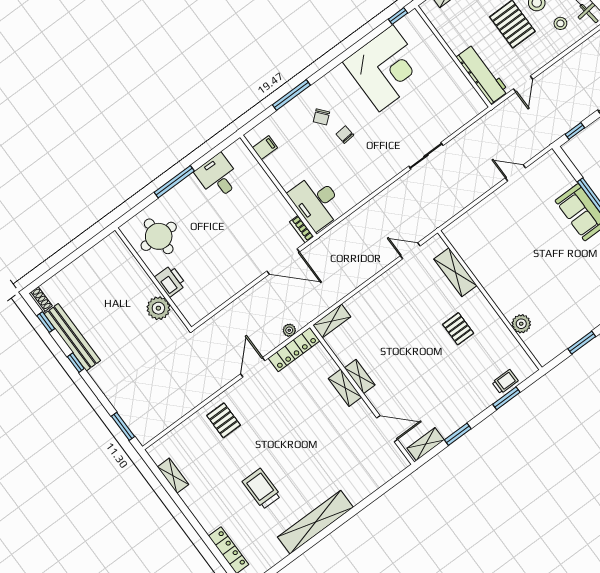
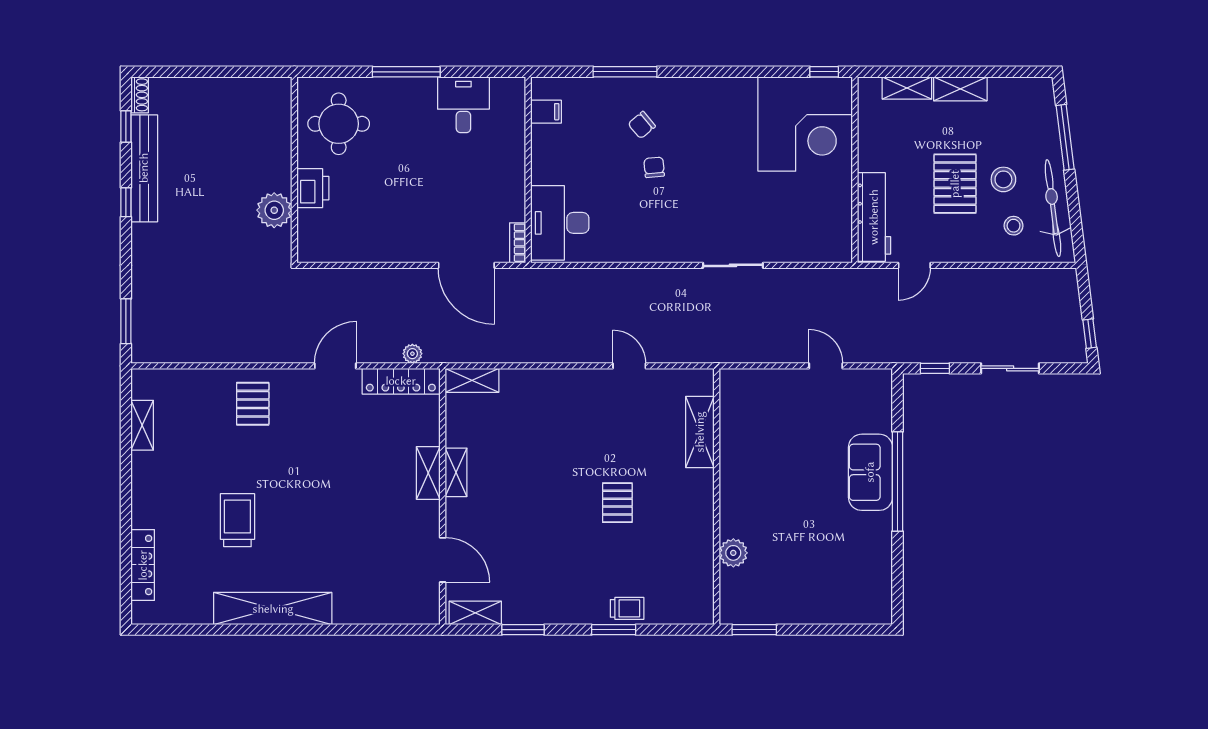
corner desk: (386, 68) -> (805, 124), moved
shelving: (455, 272) -> (700, 432), moved
wall: (490, 300) -> (717, 496), moved
plant: (521, 324) -> (733, 553), moved

